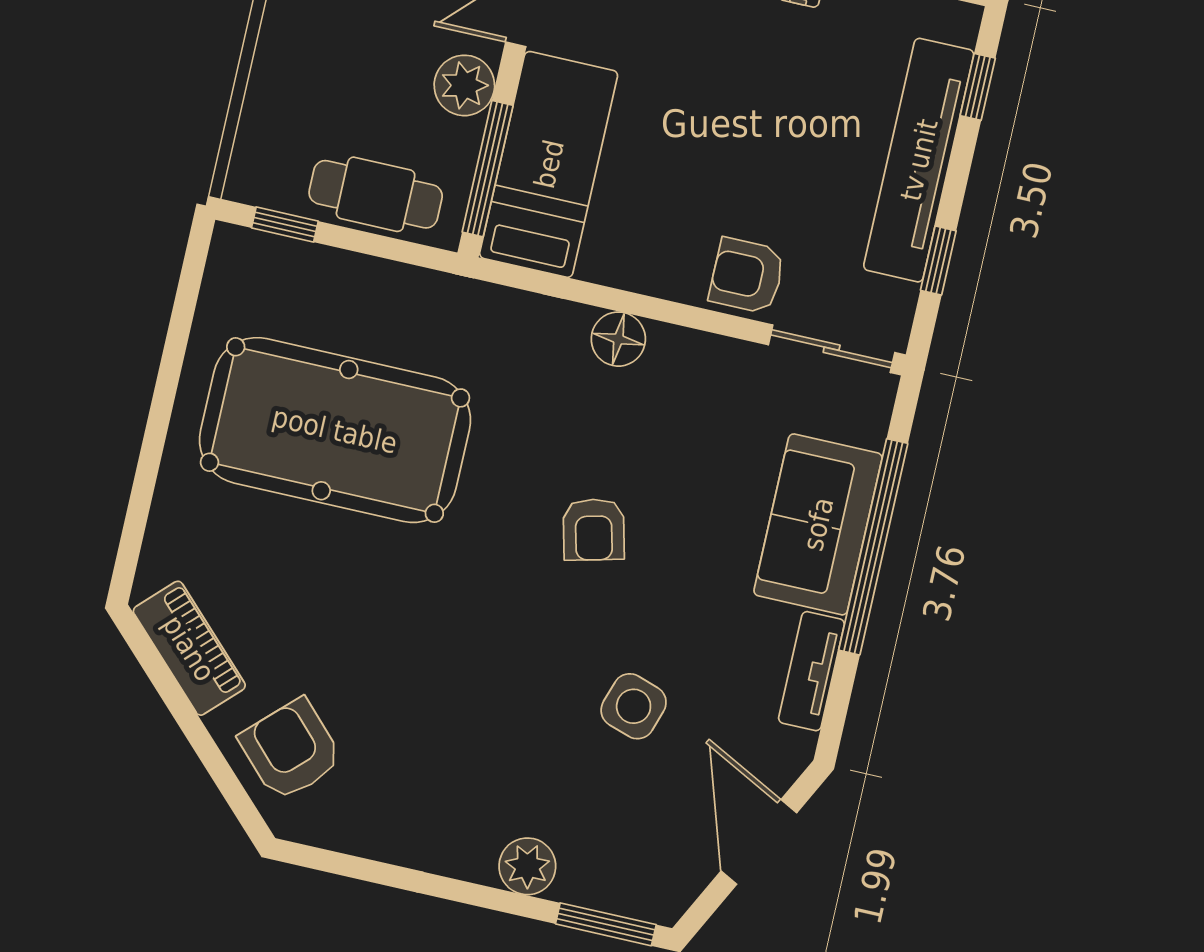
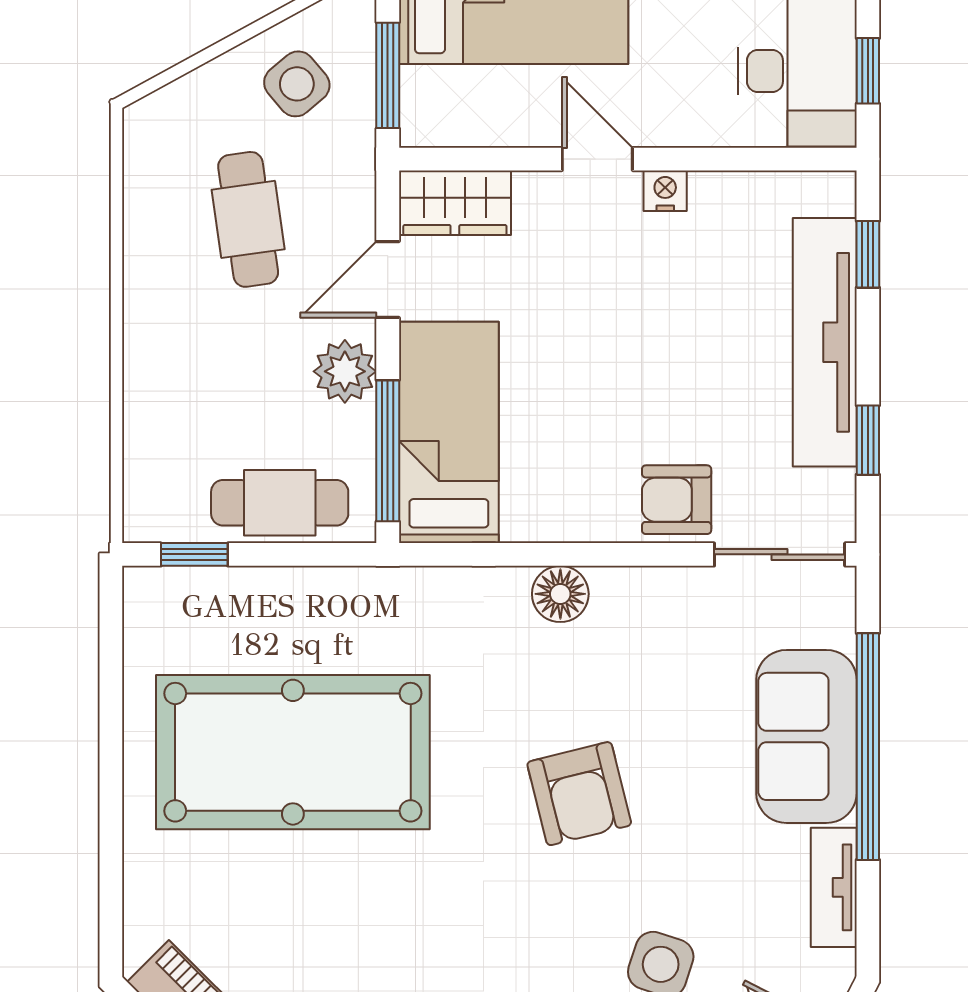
armchair: (594, 530) -> (579, 794), width x1.38, depth x1.38

